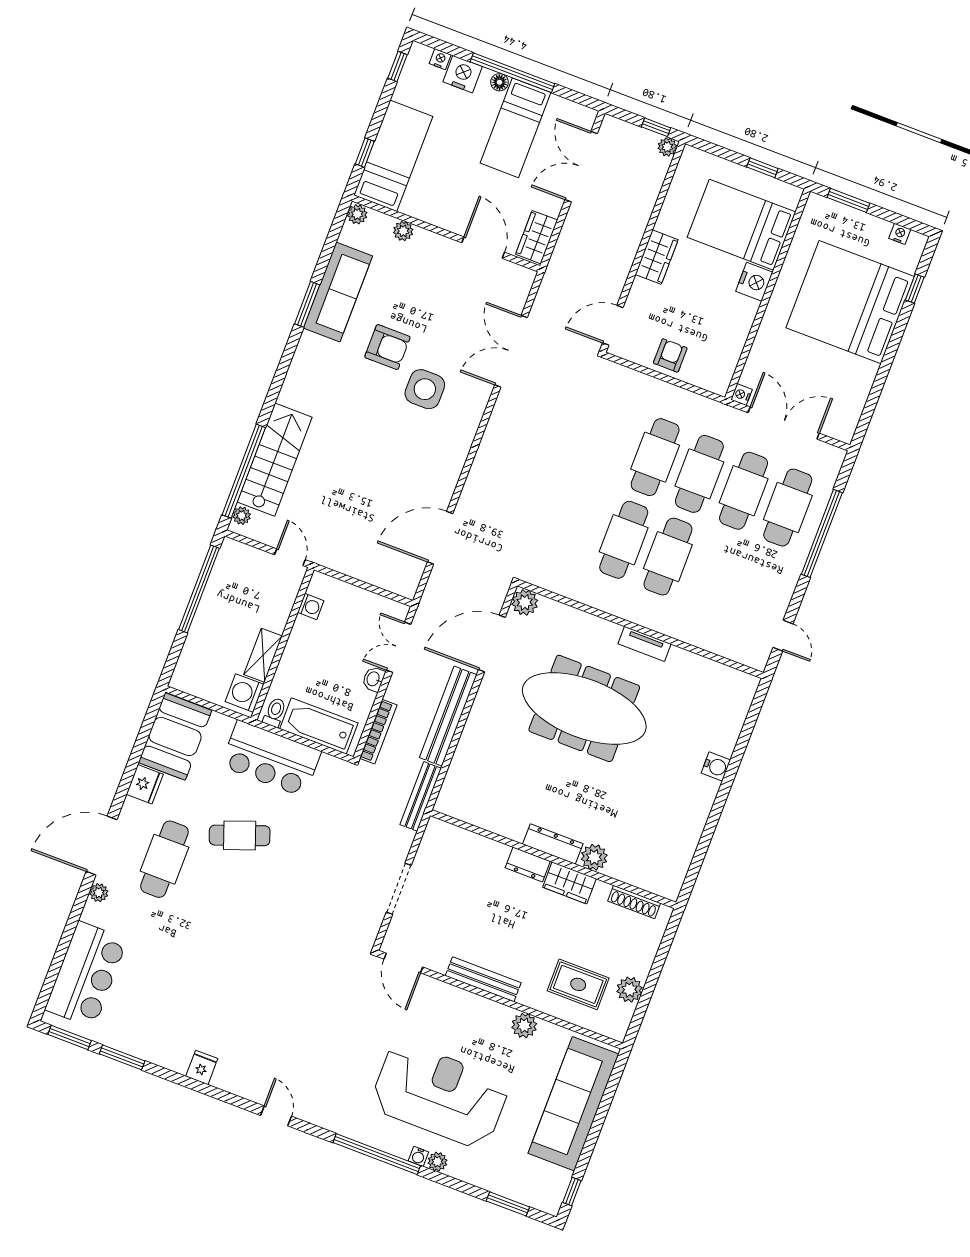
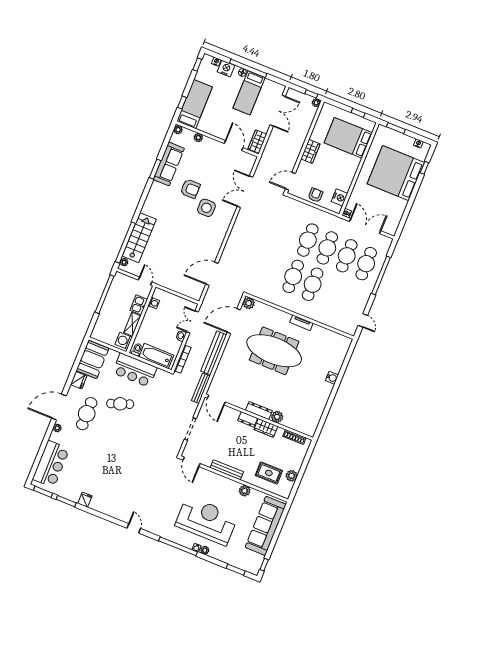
double door: (581, 167) -> (278, 111), swing flipped
nightstand: (754, 282) -> (340, 197), moved
kitchen sink: (277, 611) -> (139, 305), added
door: (456, 822) -> (216, 400), added
fridge: (202, 1067) -> (85, 500), moved

